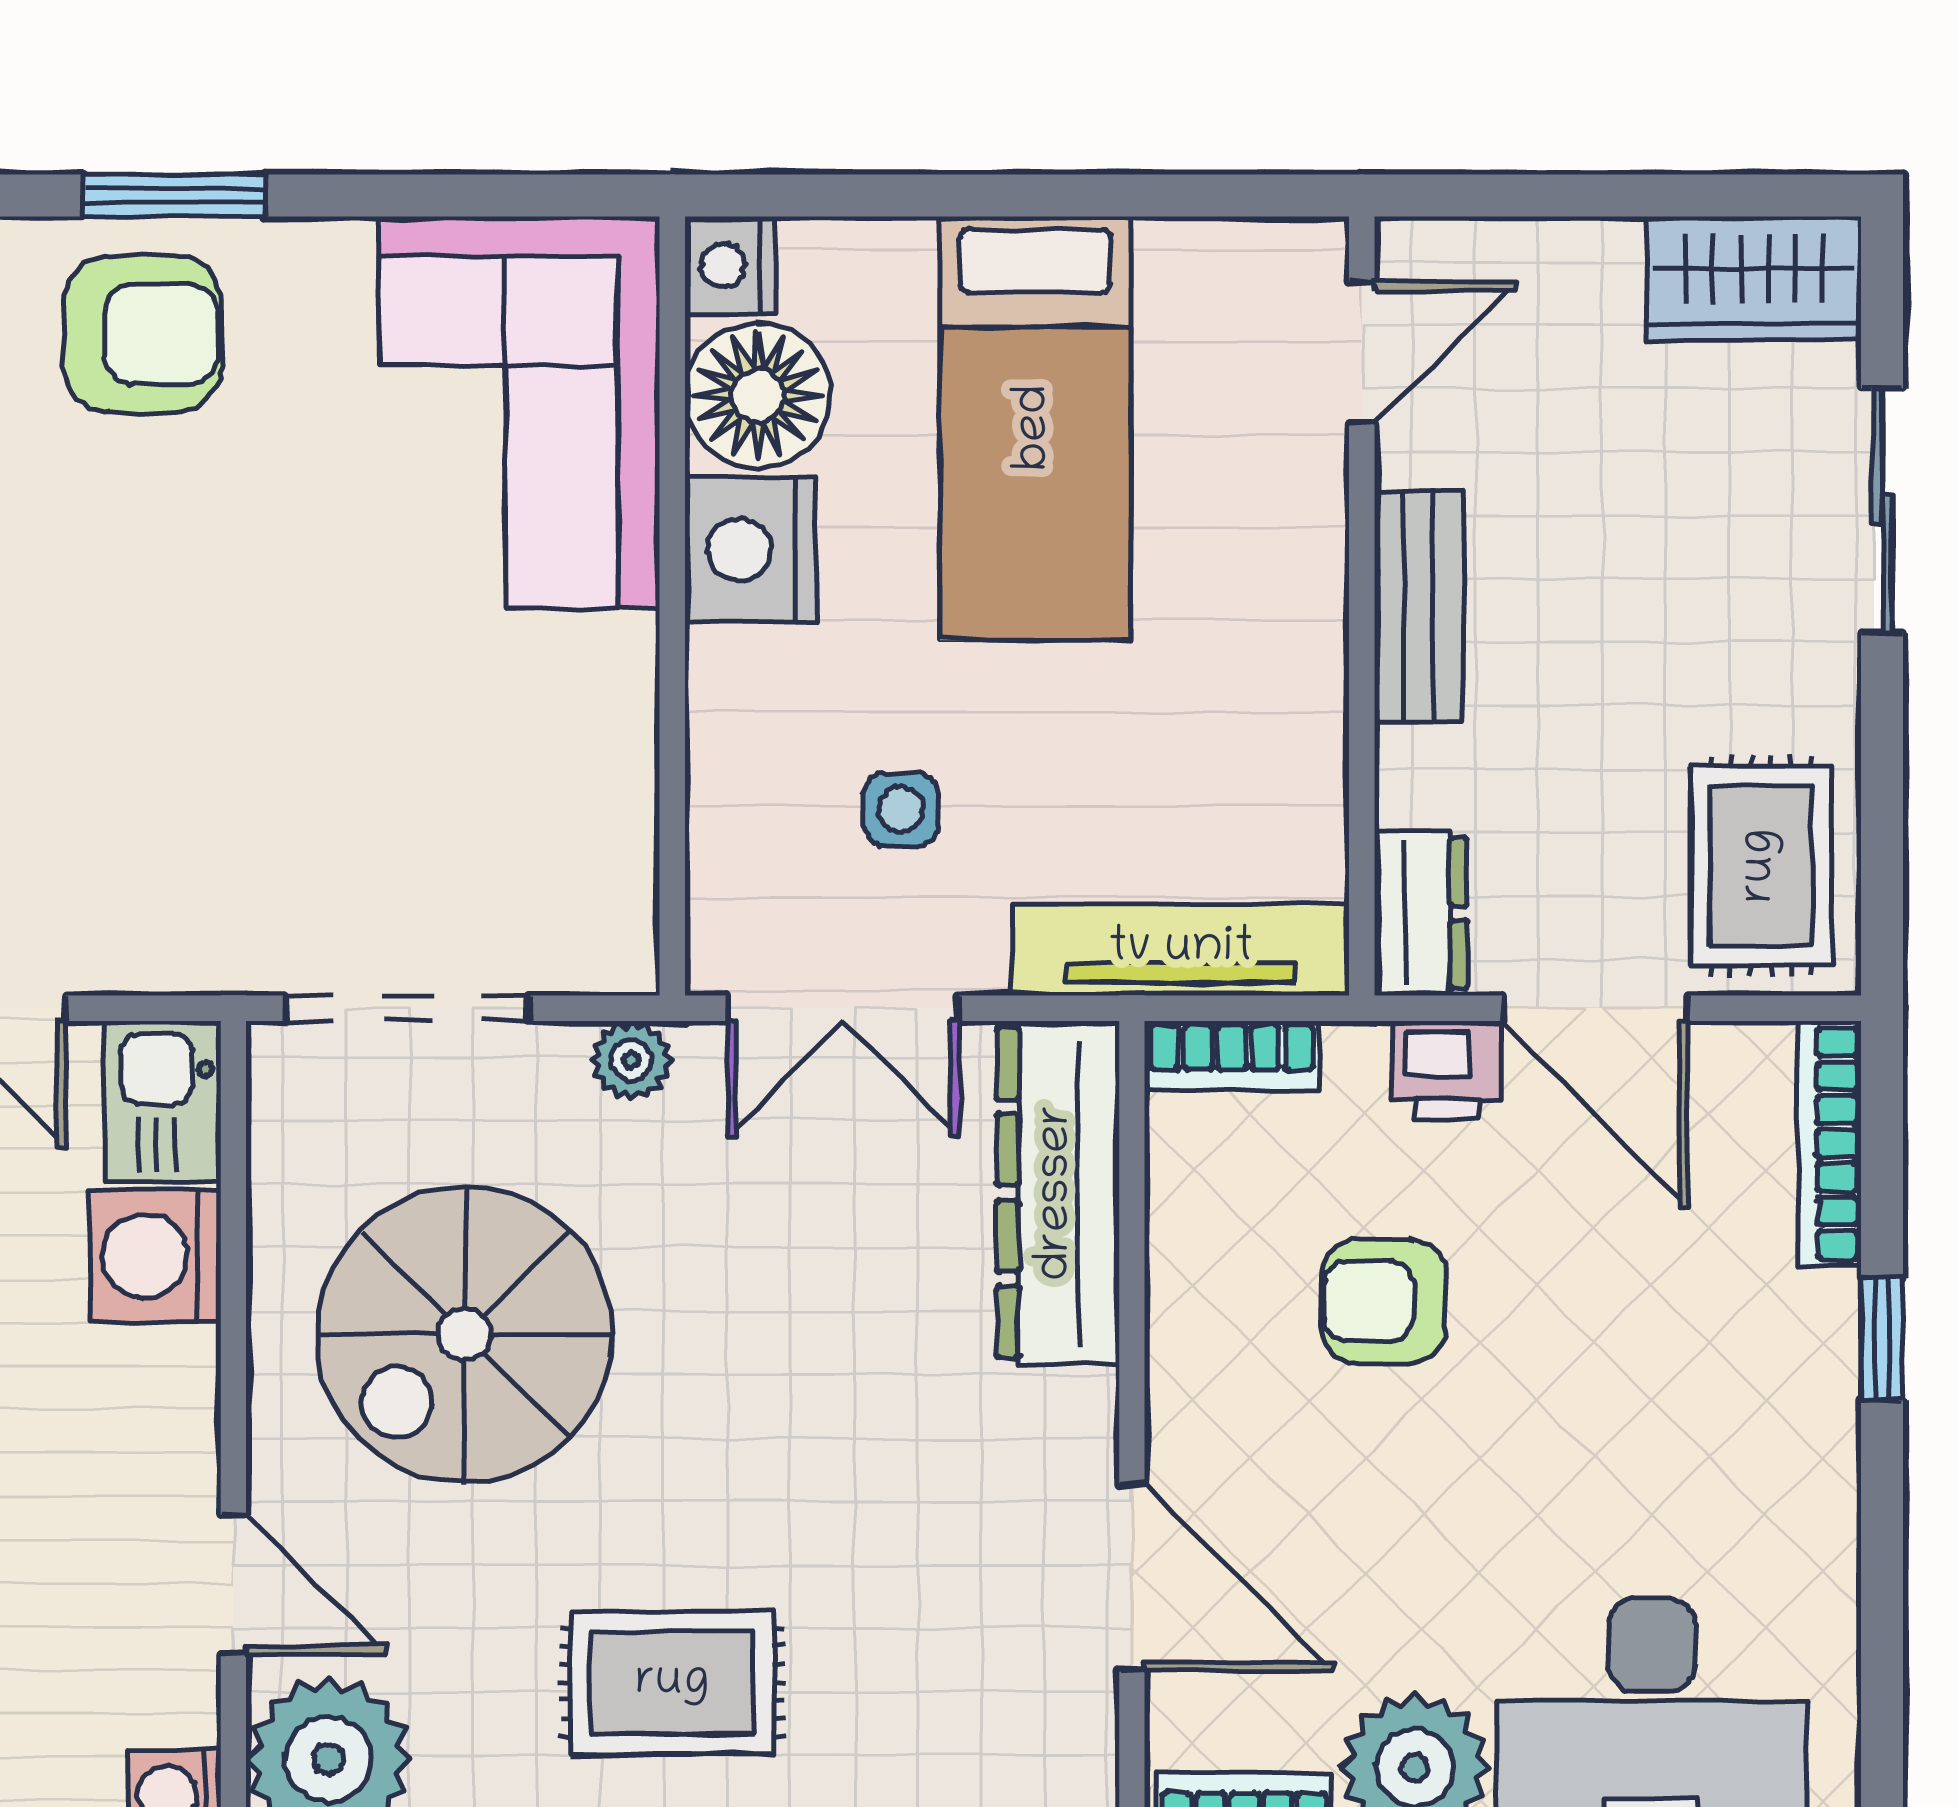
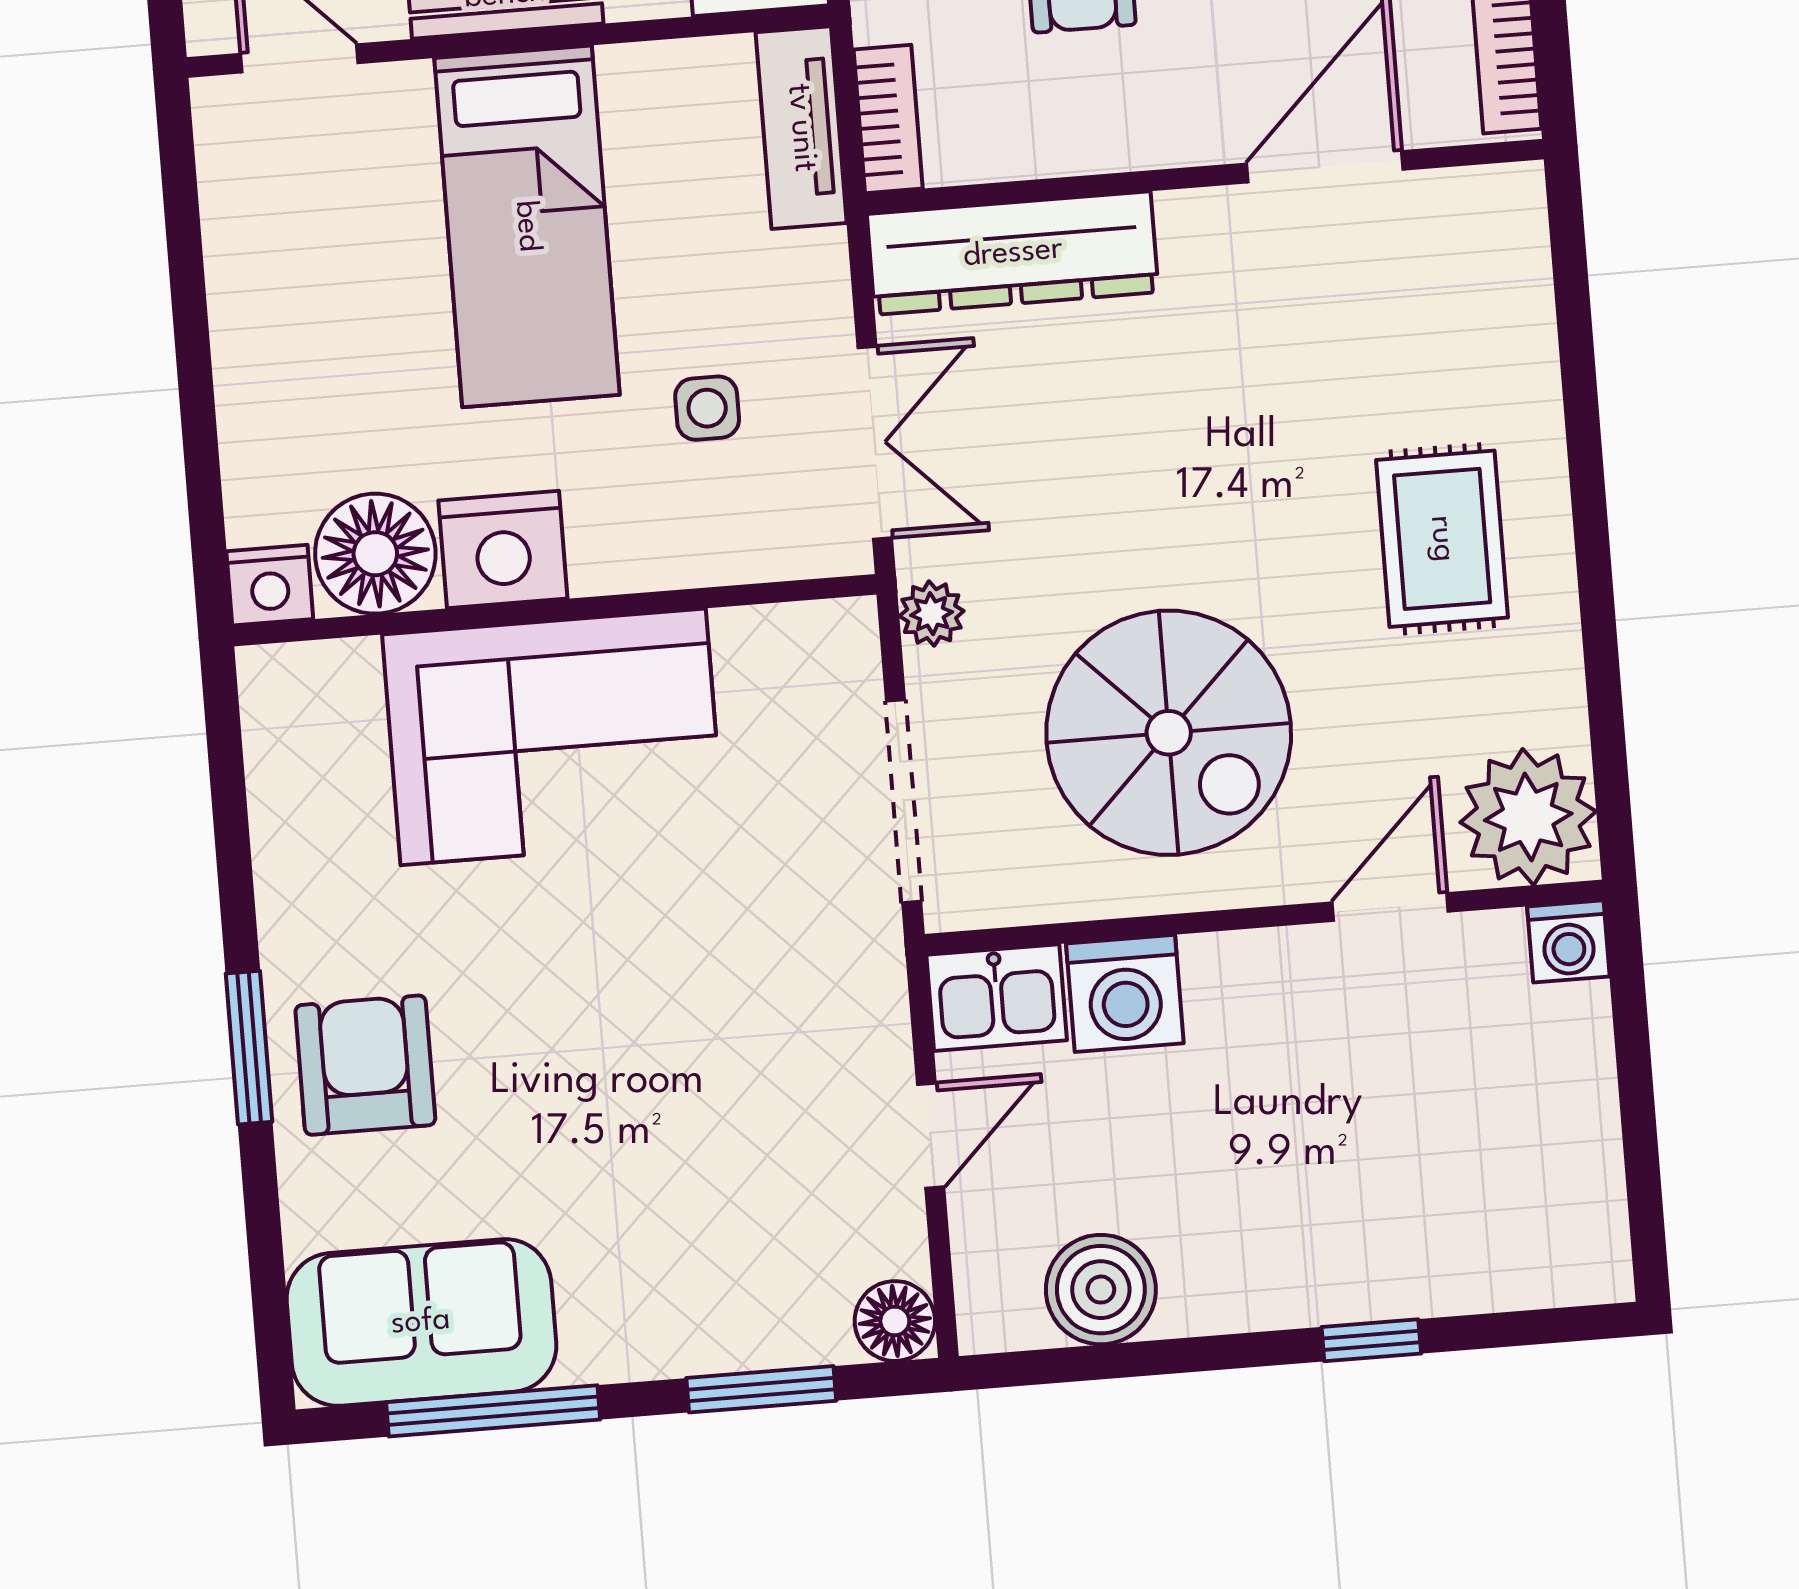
corner sofa: (520, 413) -> (553, 737), moved
bed: (1036, 428) -> (527, 226), moved, turned 90
tv unit: (1181, 950) -> (801, 128), width x0.71

